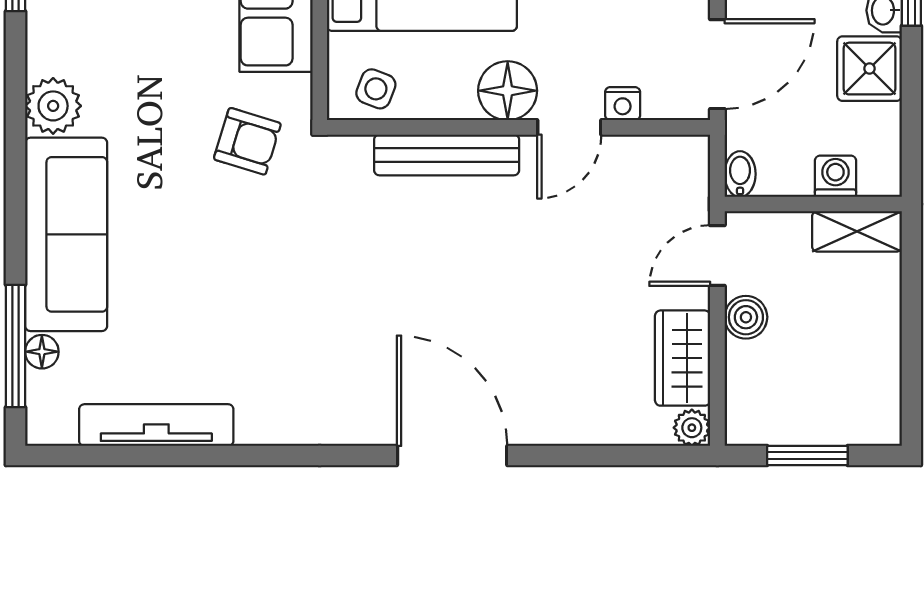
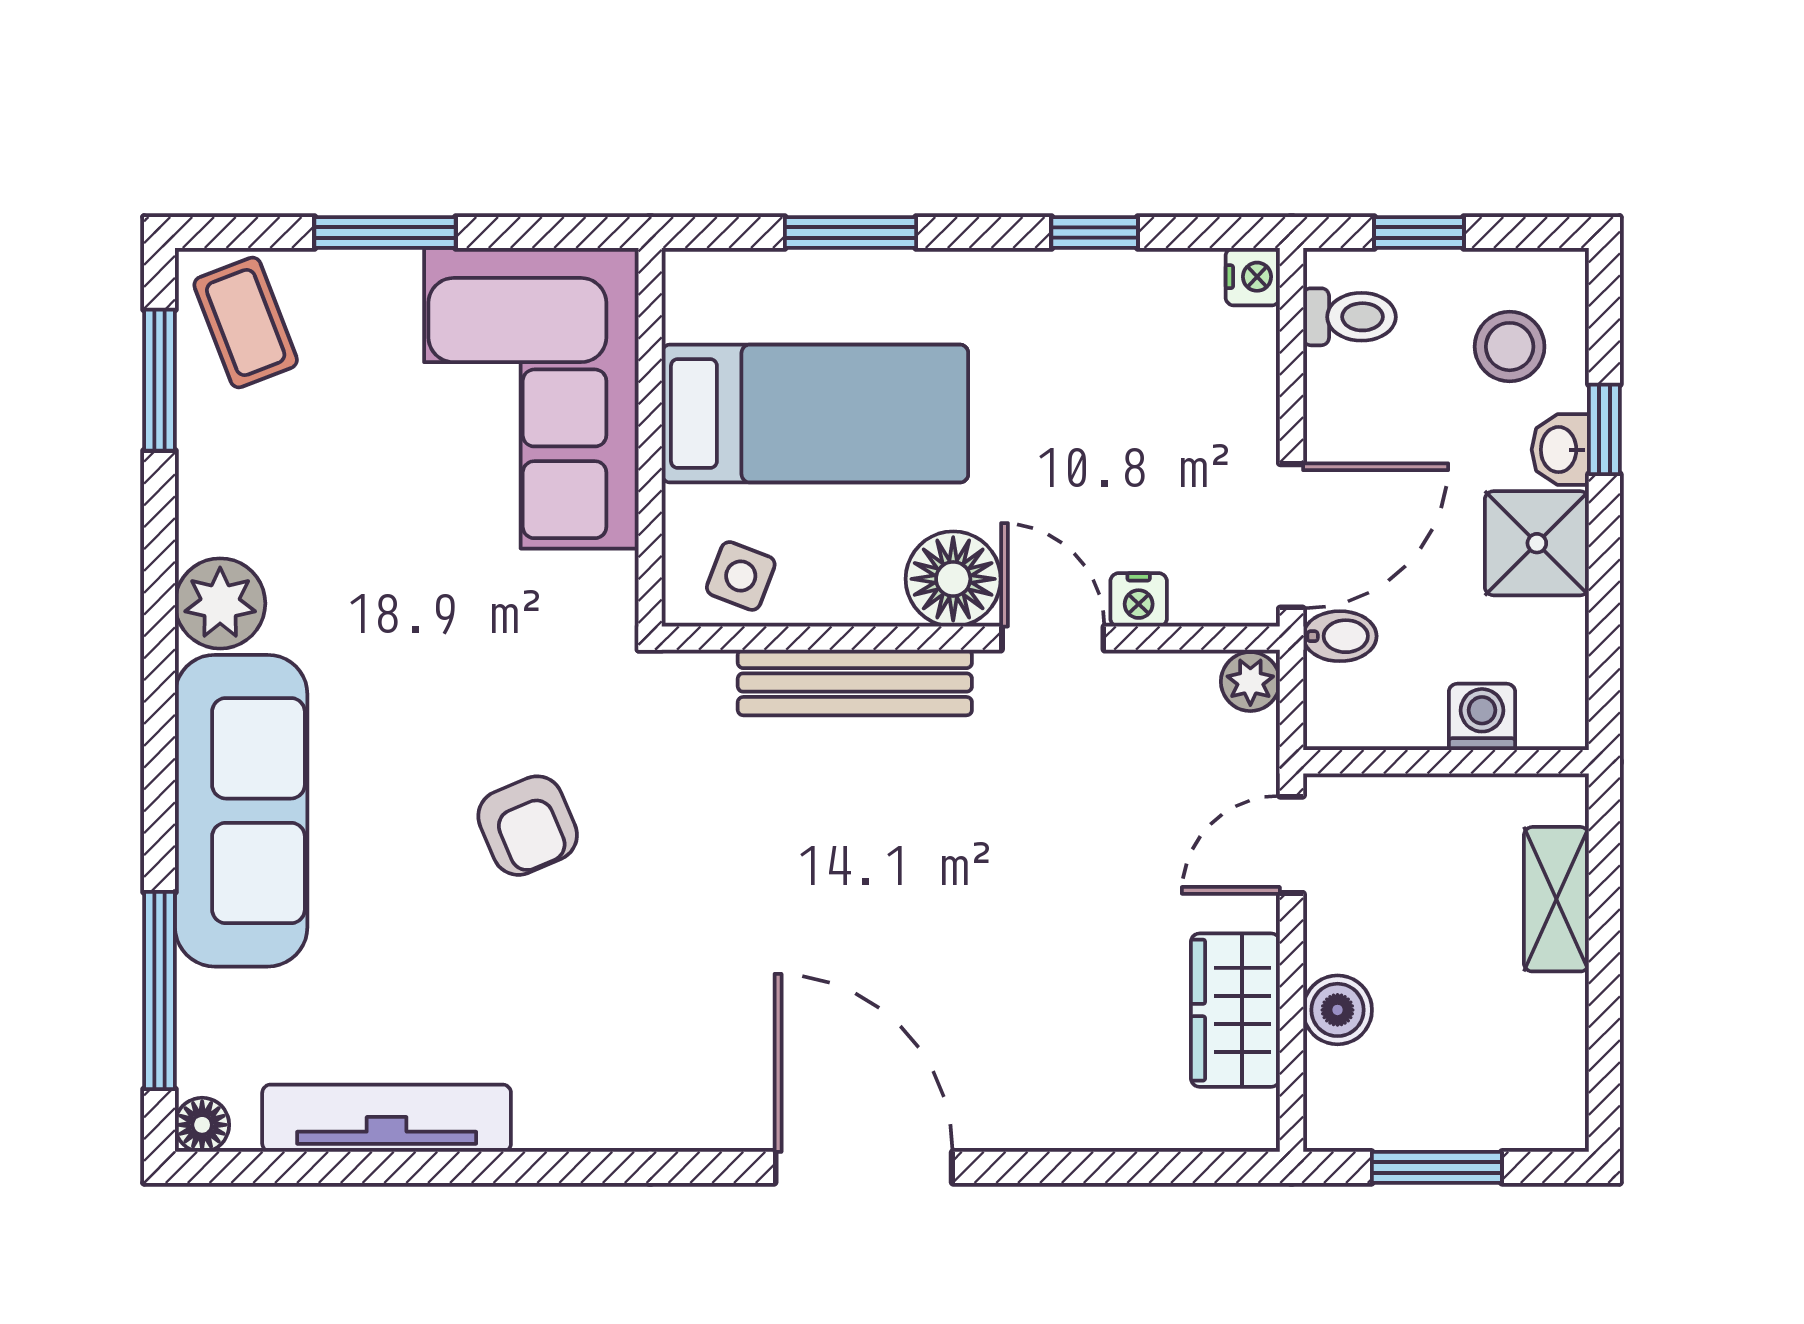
door: (569, 127) -> (1053, 638), swing flipped
armchair: (247, 141) -> (528, 826), moved, turned 50
bidet: (740, 174) -> (1340, 636), moved, turned 90
shelving: (857, 231) -> (1556, 899), moved, turned 90
boiler: (746, 317) -> (1338, 1010), moved
floor lamp: (42, 352) -> (202, 1125), moved
plant: (692, 428) -> (1250, 682), moved

